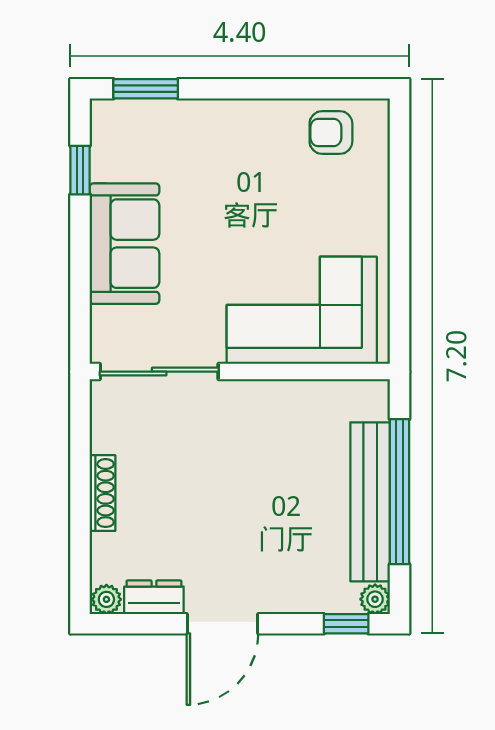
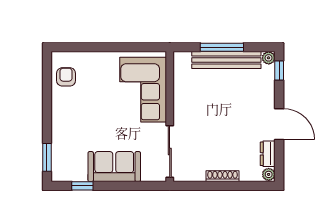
armchair: (331, 133) -> (66, 77), turned 180
window: (399, 492) -> (222, 47), width x0.68

